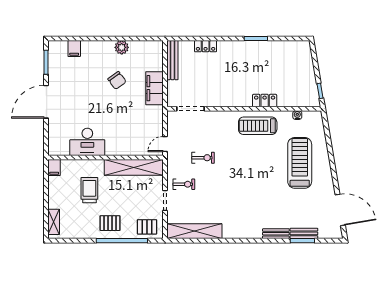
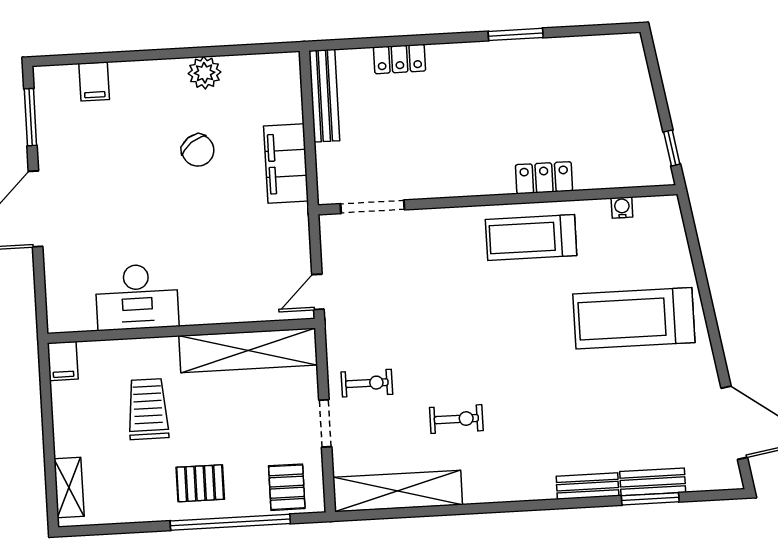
exercise bike: (203, 158) -> (456, 419), moved
treadmill: (300, 163) -> (634, 318), turned -90
pallet: (147, 227) -> (287, 487), turned 90

